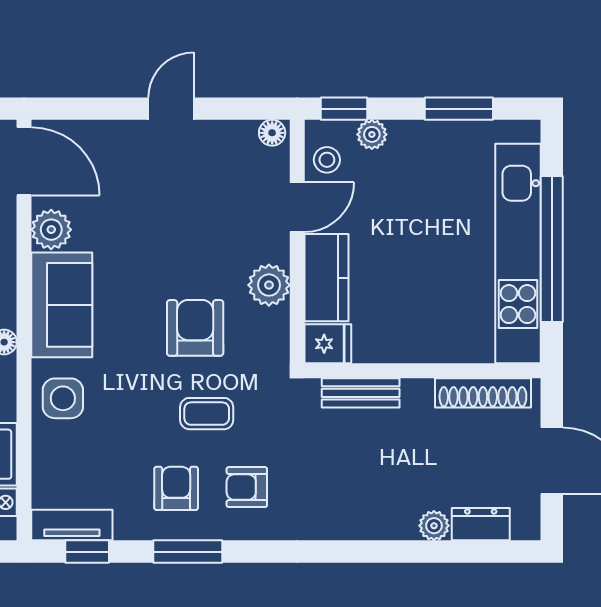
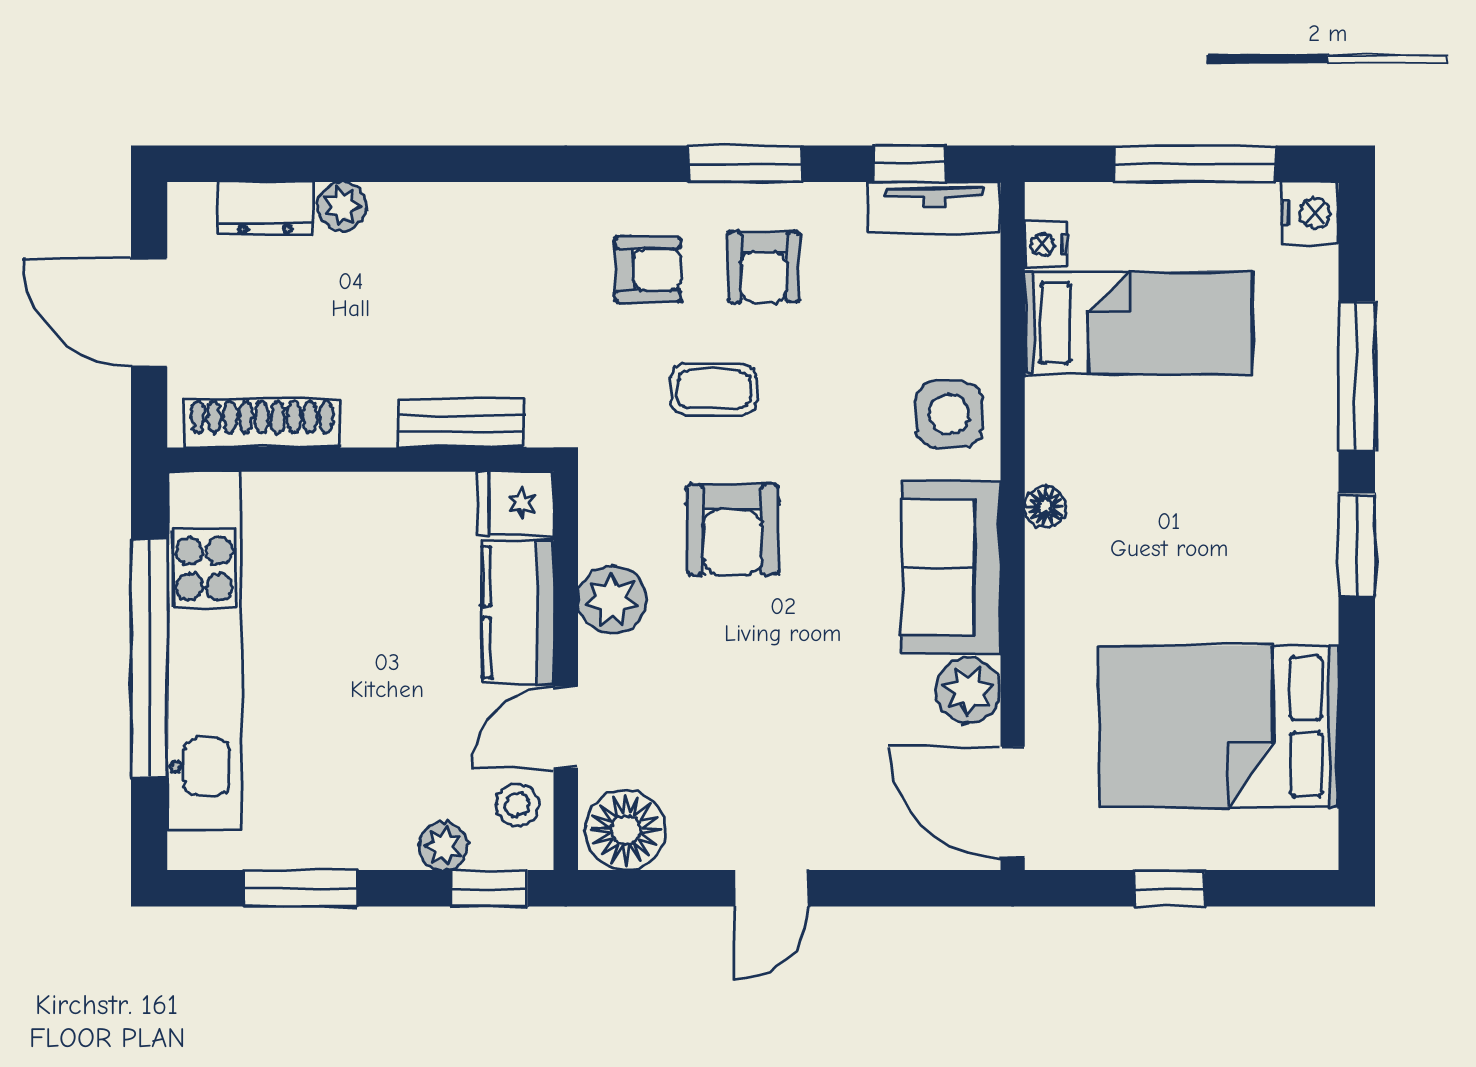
floor lamp: (272, 133) -> (626, 830), width x1.89, depth x1.89

